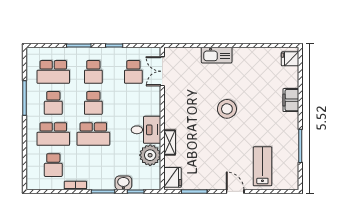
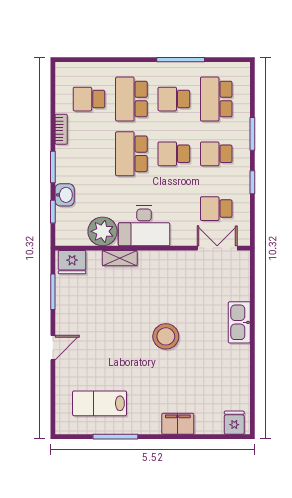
desk: (146, 130) -> (144, 226), width x1.37
lab bench: (262, 166) -> (100, 403), moved, turned 180

